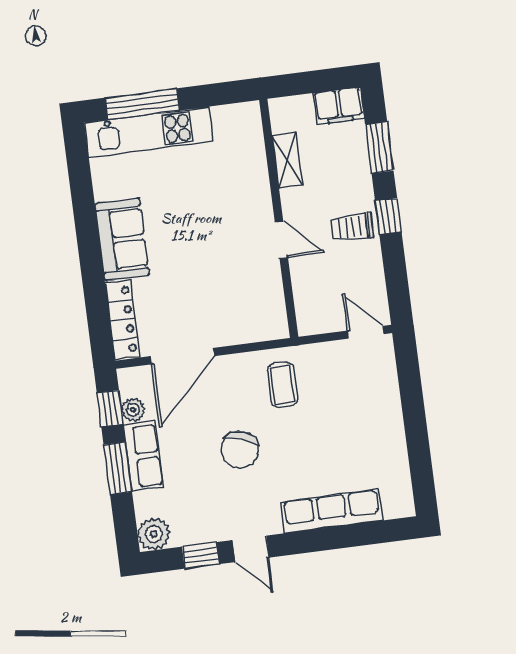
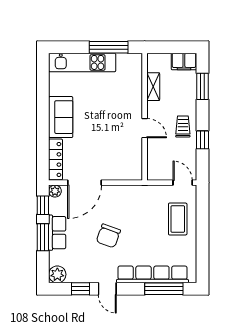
window: (142, 104) -> (109, 47), moved
window: (388, 216) -> (202, 140), moved
trolley: (352, 227) -> (183, 126), turned 90
coffee table: (283, 385) -> (178, 219), moved, width x1.36, depth x1.30
plant: (133, 410) -> (55, 191), moved
row of seats: (332, 511) -> (152, 274), width x1.36
window: (357, 535) -> (164, 289), added

